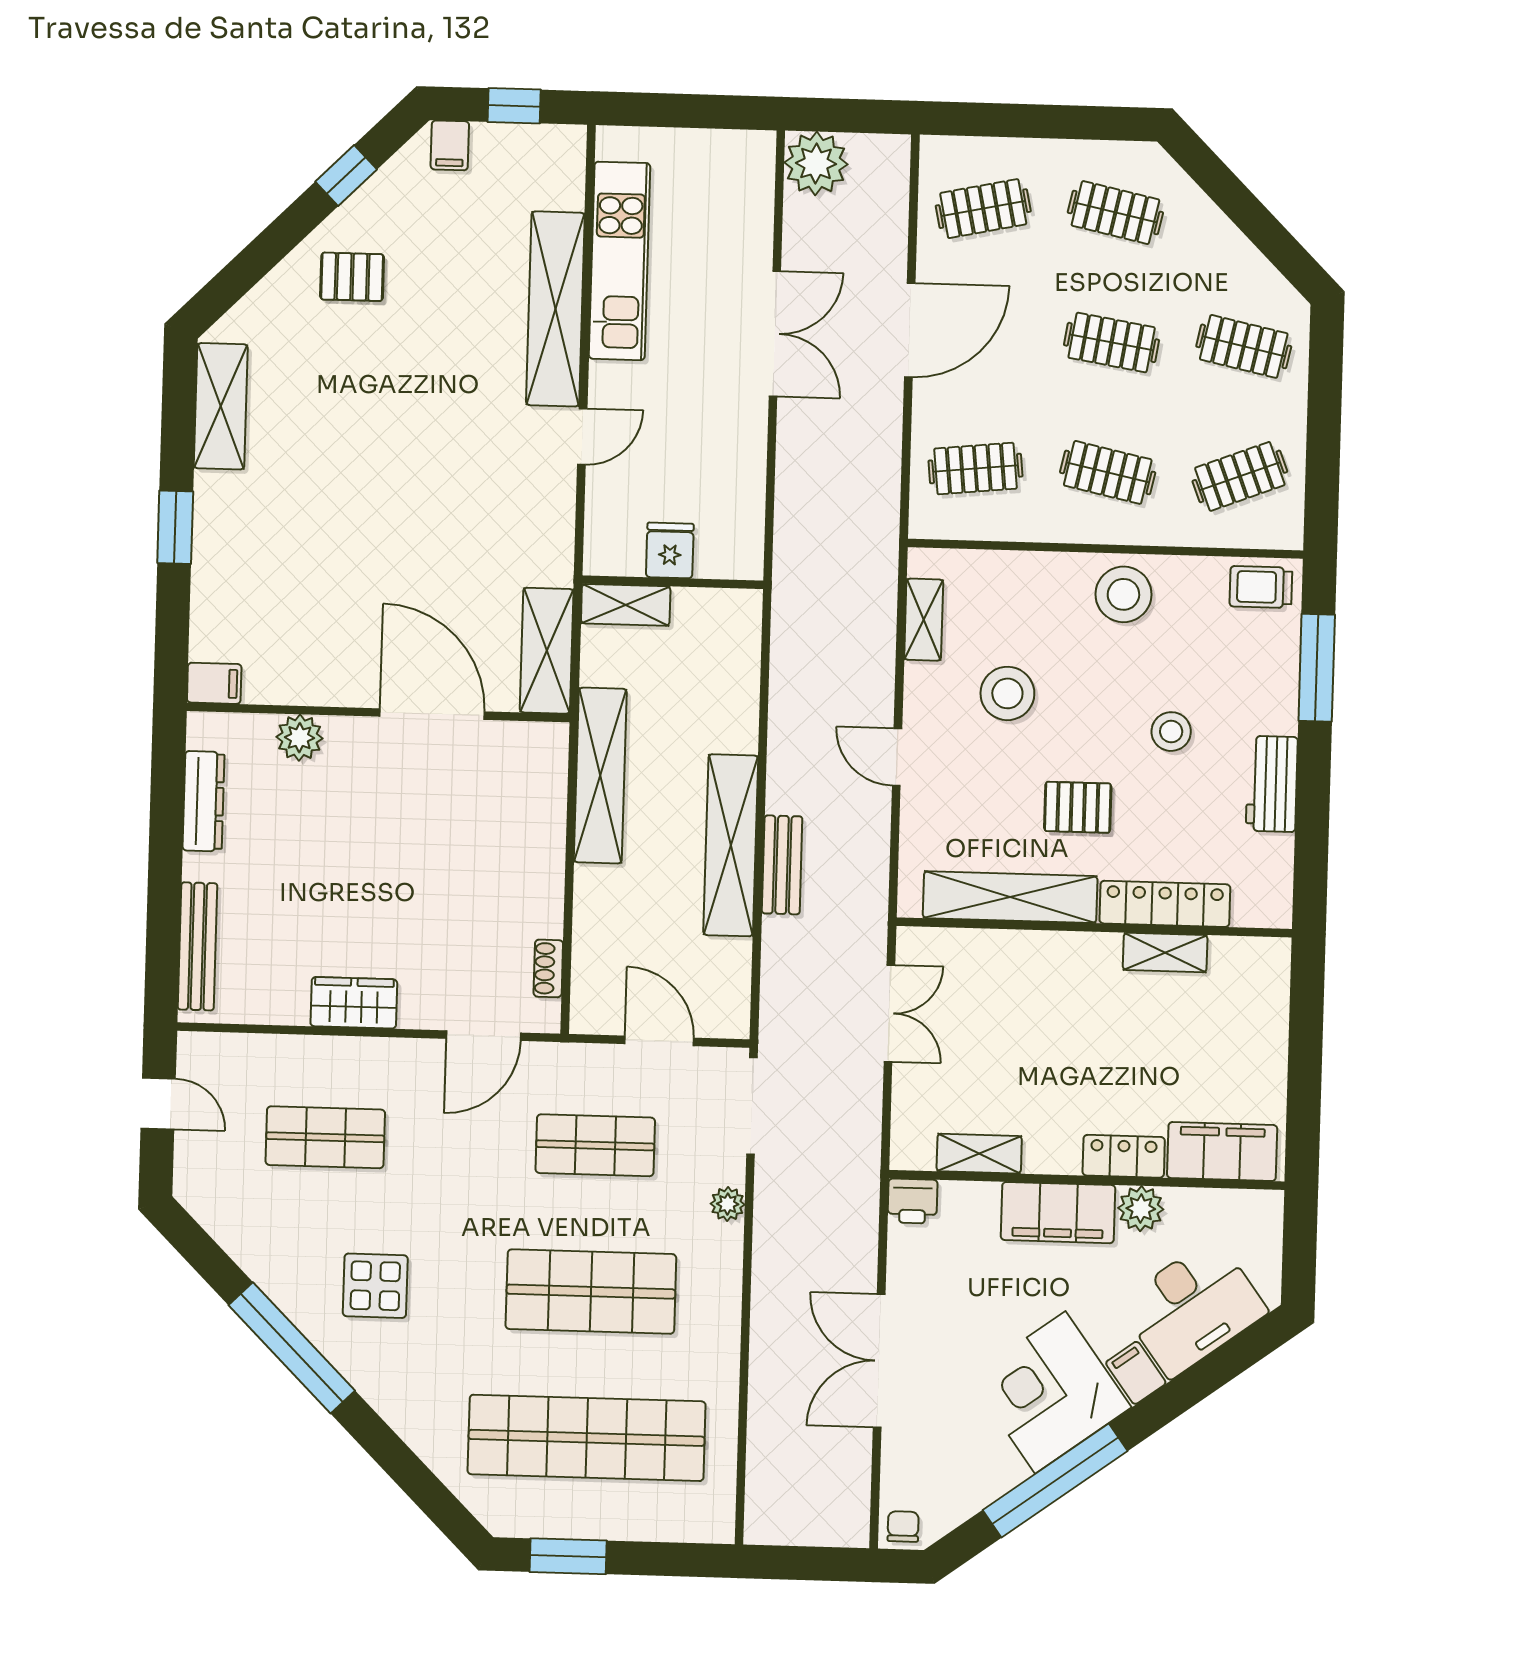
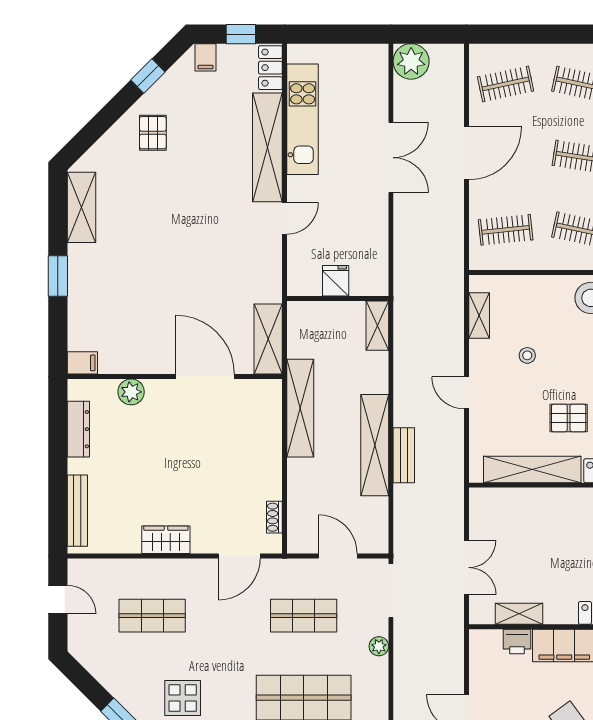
locker: (565, 167) -> (270, 68), added
pallet: (352, 277) -> (153, 133), turned 90
shelving: (626, 605) -> (377, 326), moved, turned 90
stool: (1007, 693) -> (527, 355), width x0.53, depth x0.53
double door: (889, 1013) -> (466, 567), moved
printer: (912, 1201) -> (517, 642), moved

